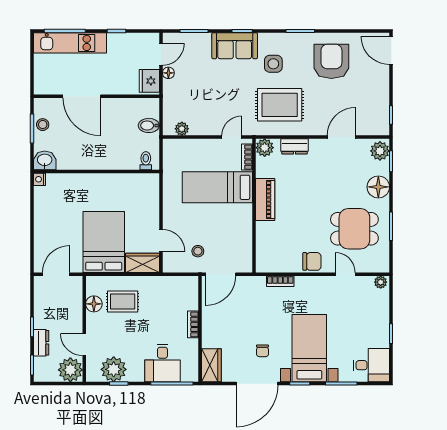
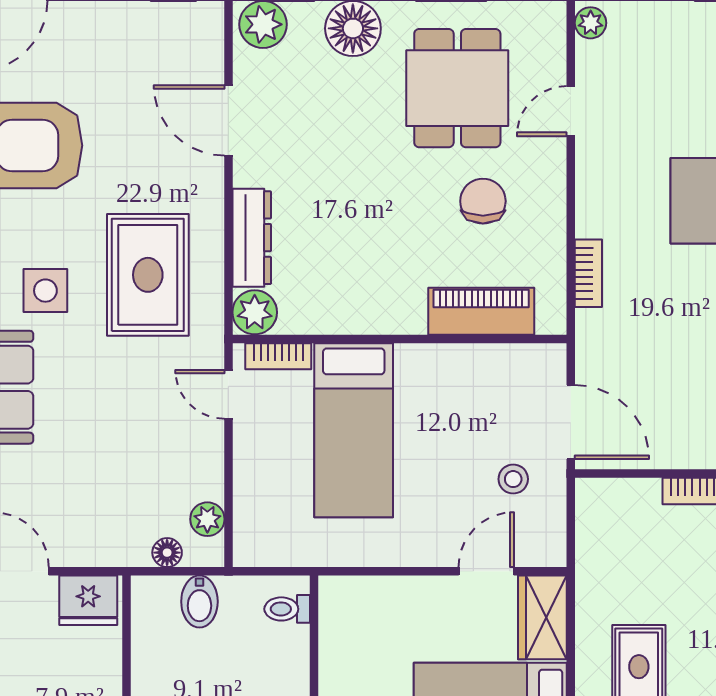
floor lamp: (168, 73) -> (167, 553), moved
dresser: (295, 146) -> (252, 238), width x1.44
piano: (265, 200) -> (481, 311), moved
chair: (312, 261) -> (483, 201), moved

